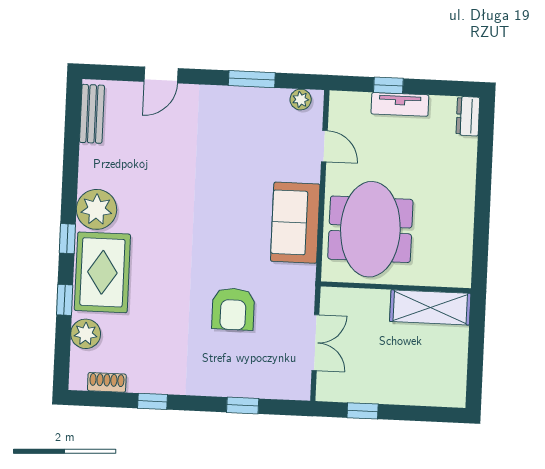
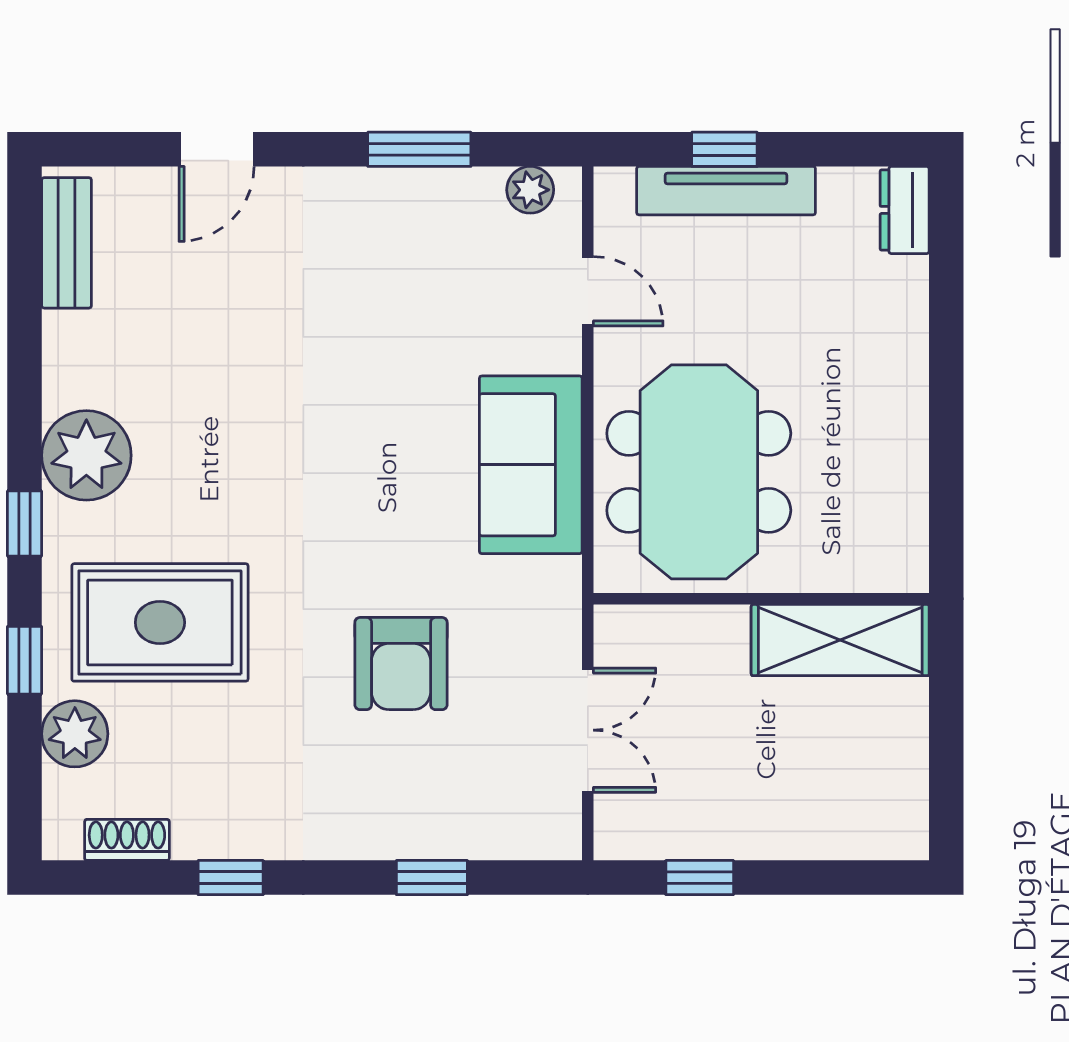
tv unit: (400, 104) -> (726, 191), width x1.41
rug: (102, 272) -> (160, 622), moved, turned 90

